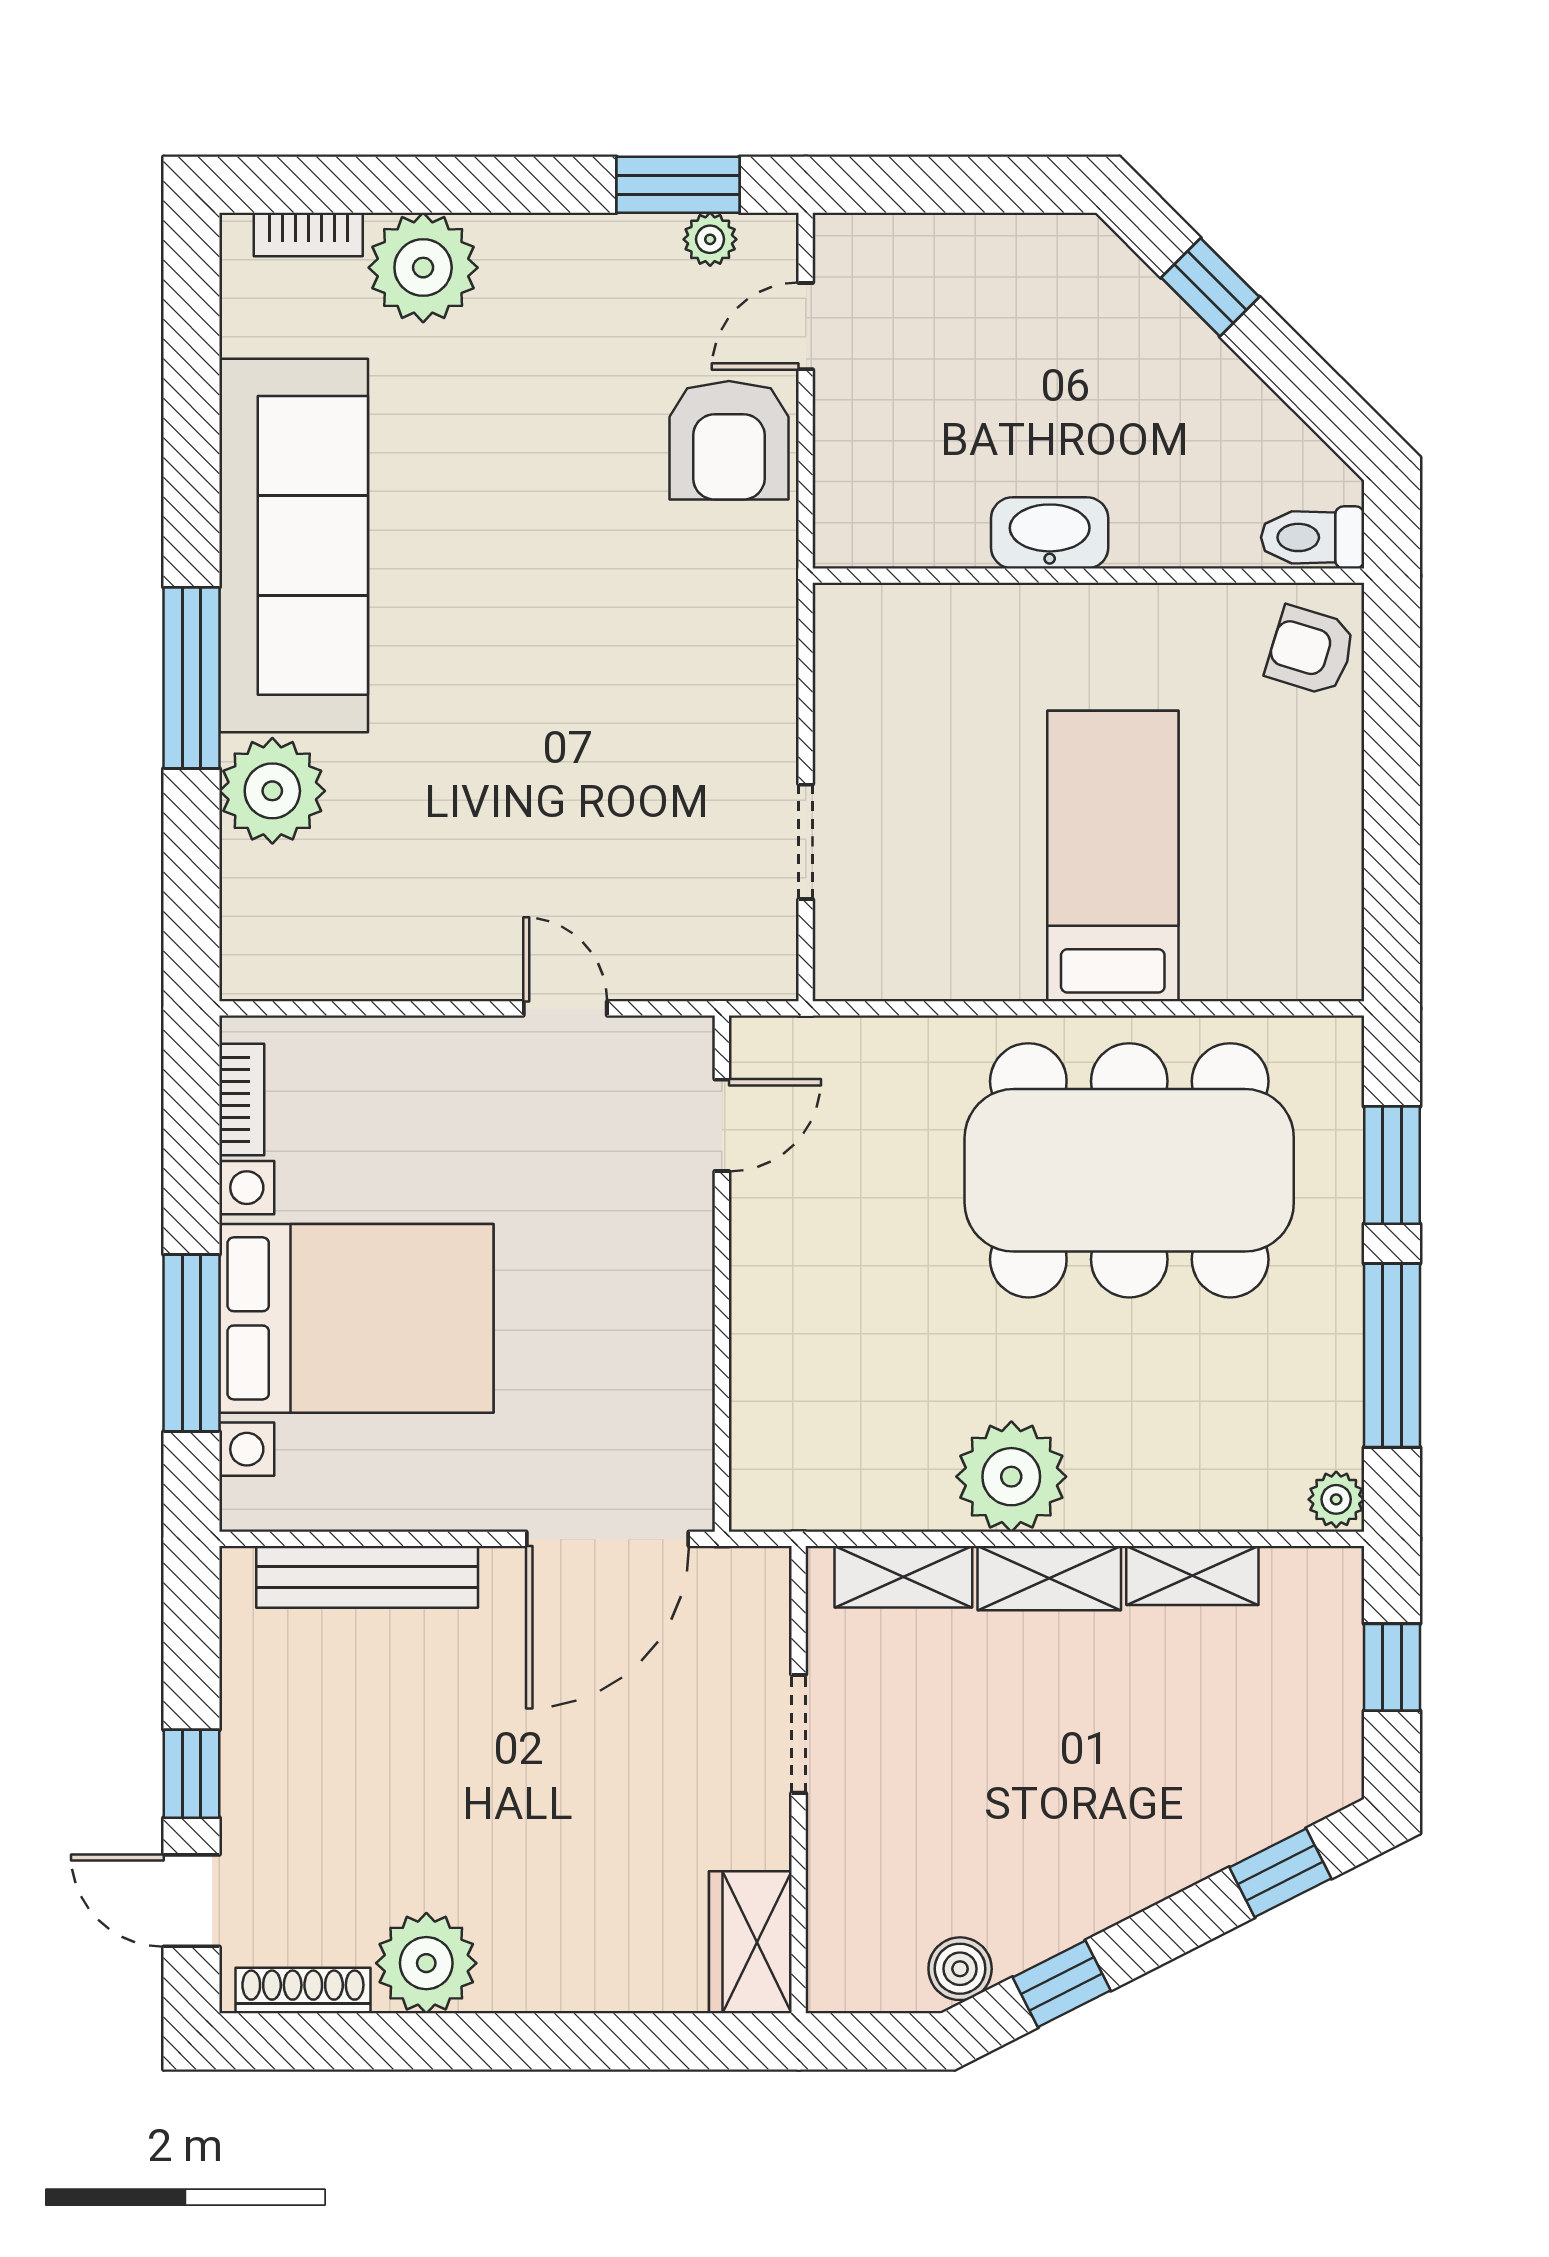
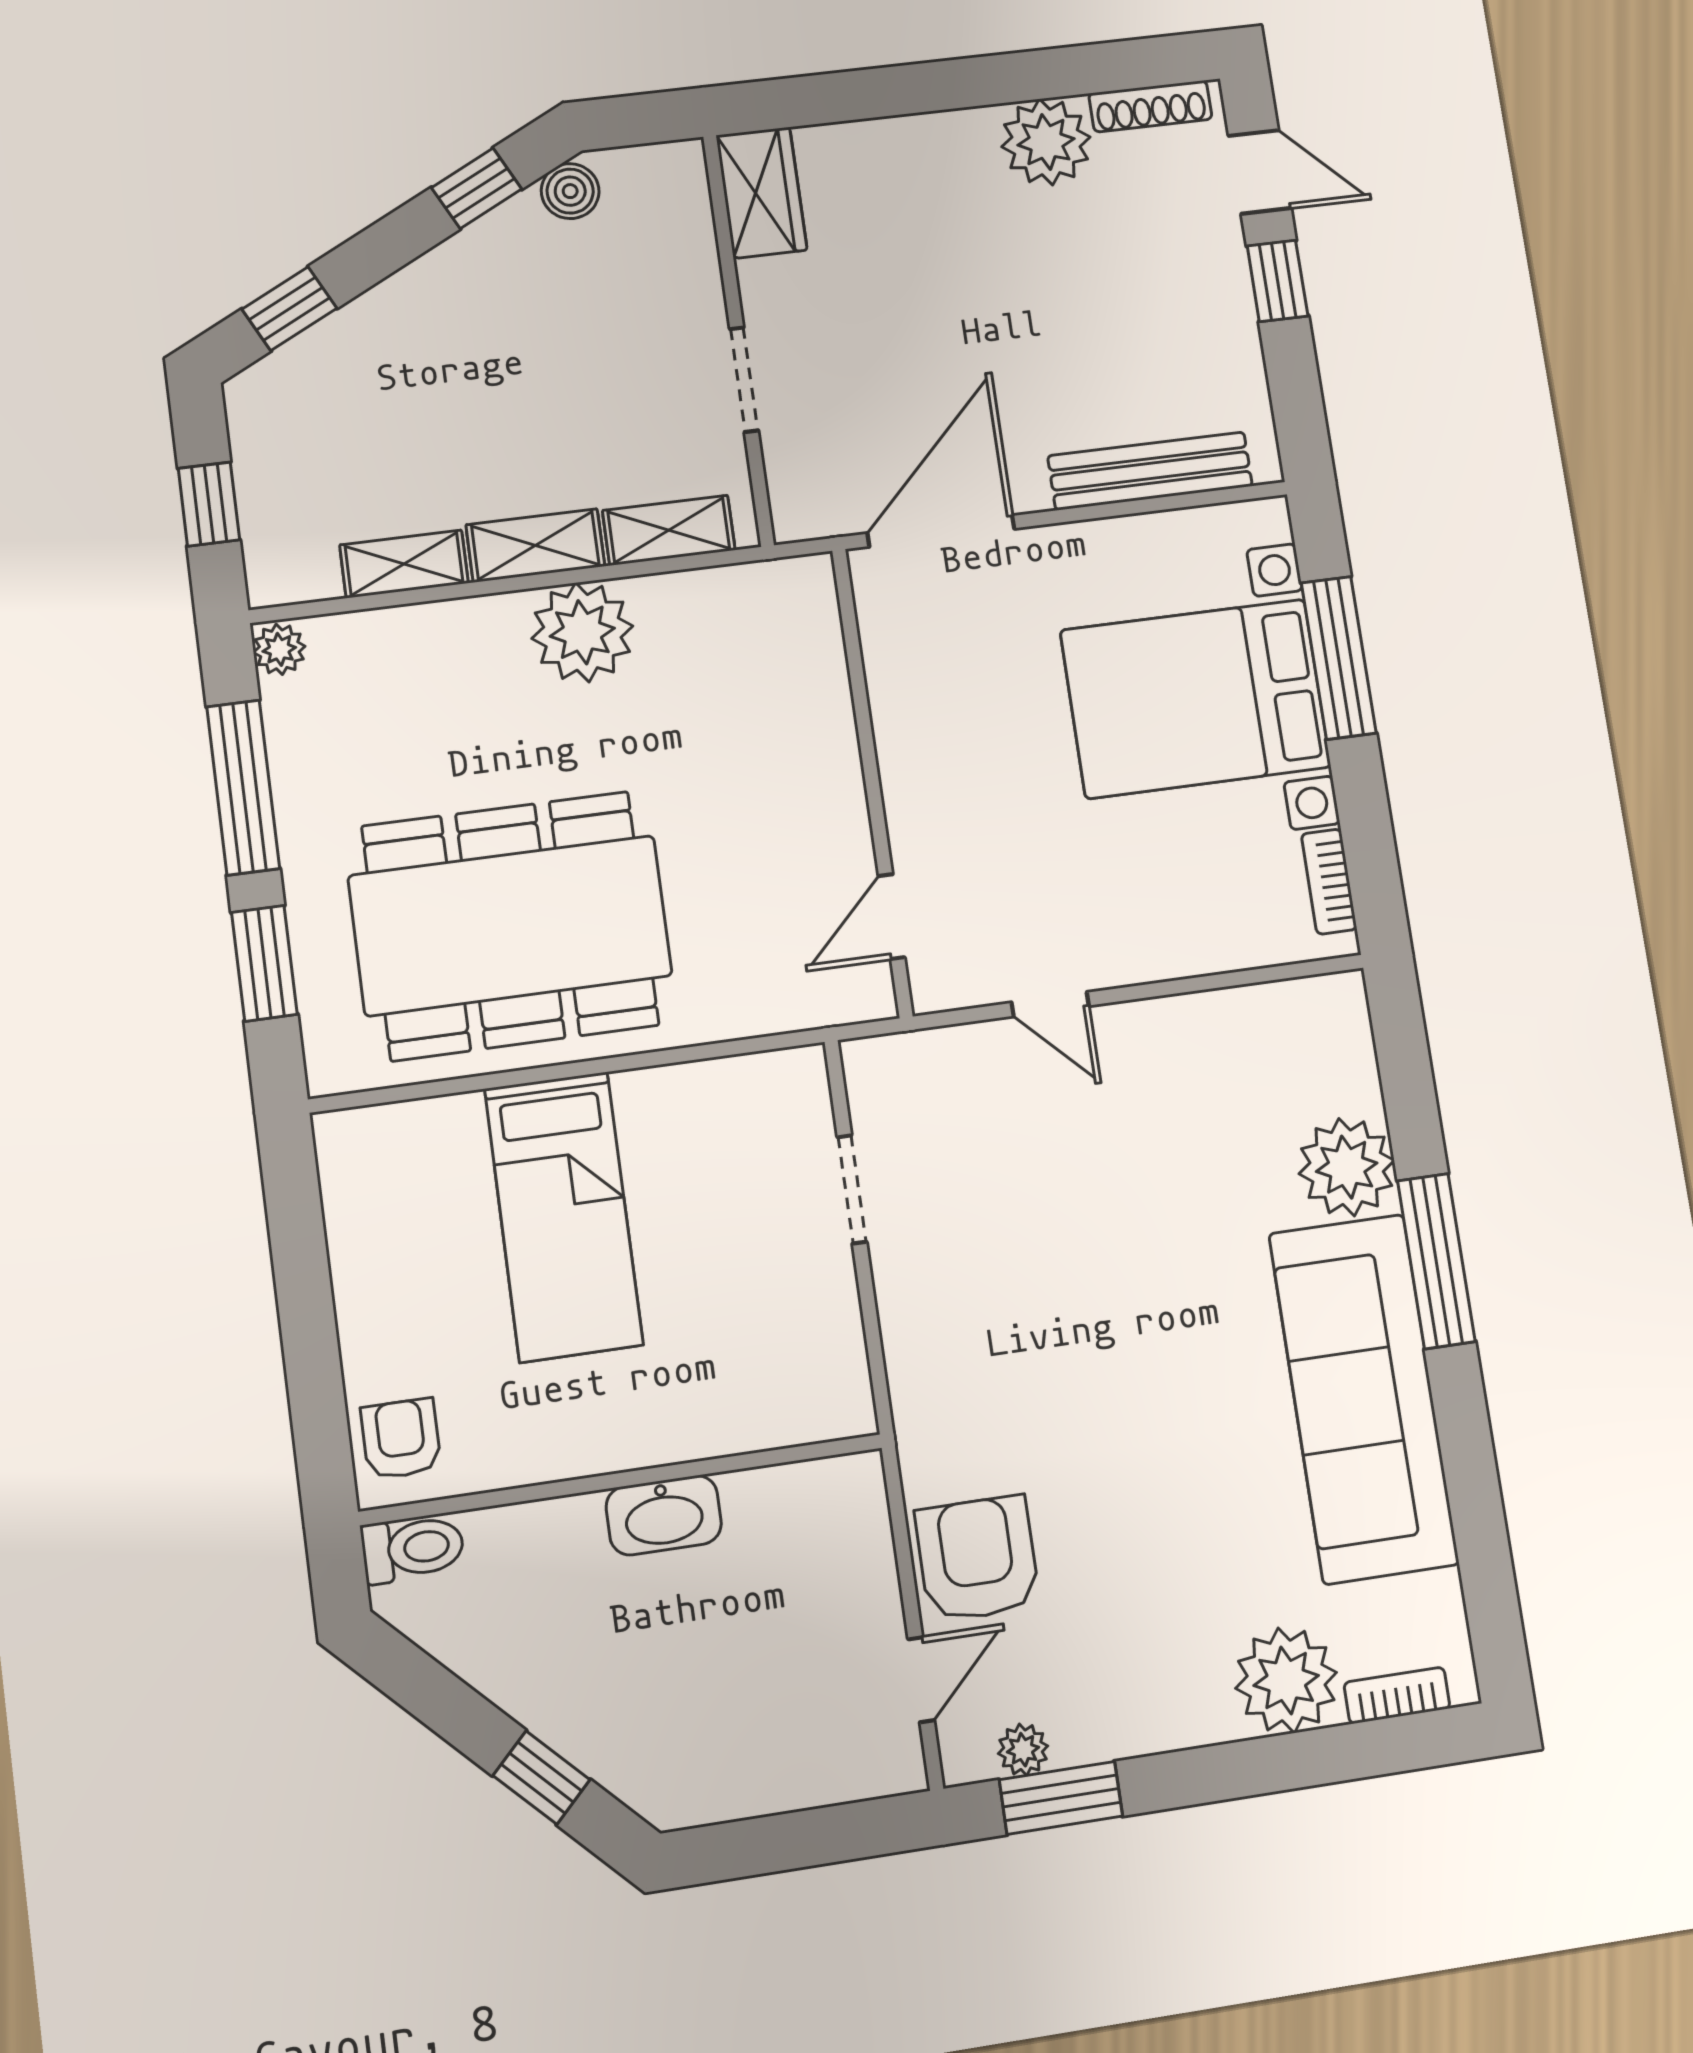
armchair: (1311, 651) -> (401, 1439), turned -107

